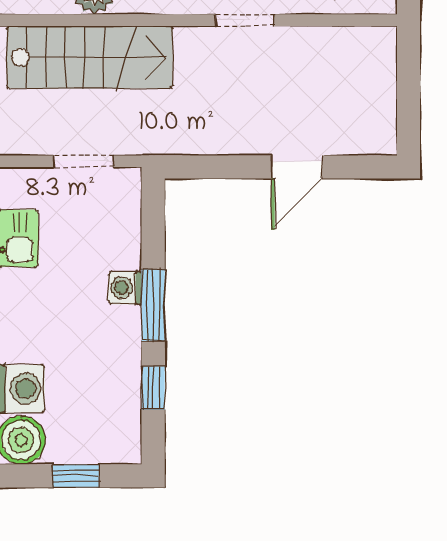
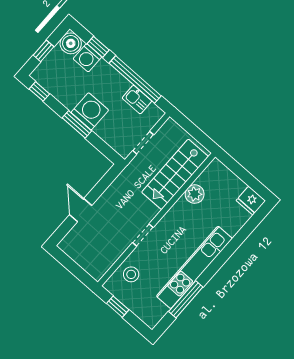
washing machine: (125, 288) -> (90, 111), width x1.89, depth x1.89
window: (153, 388) -> (39, 91), moved

